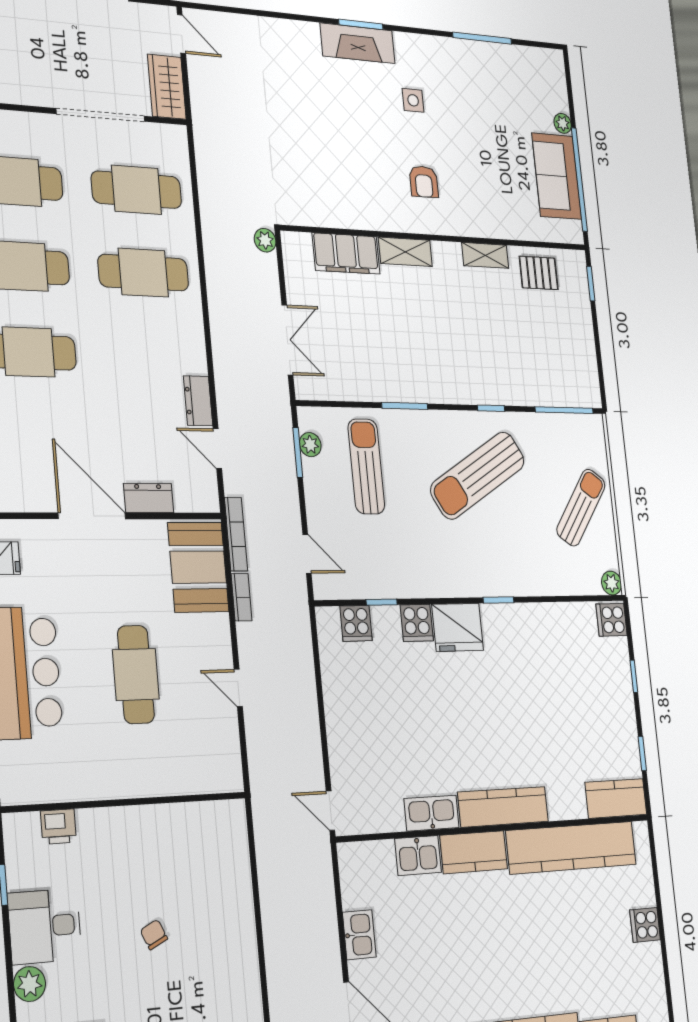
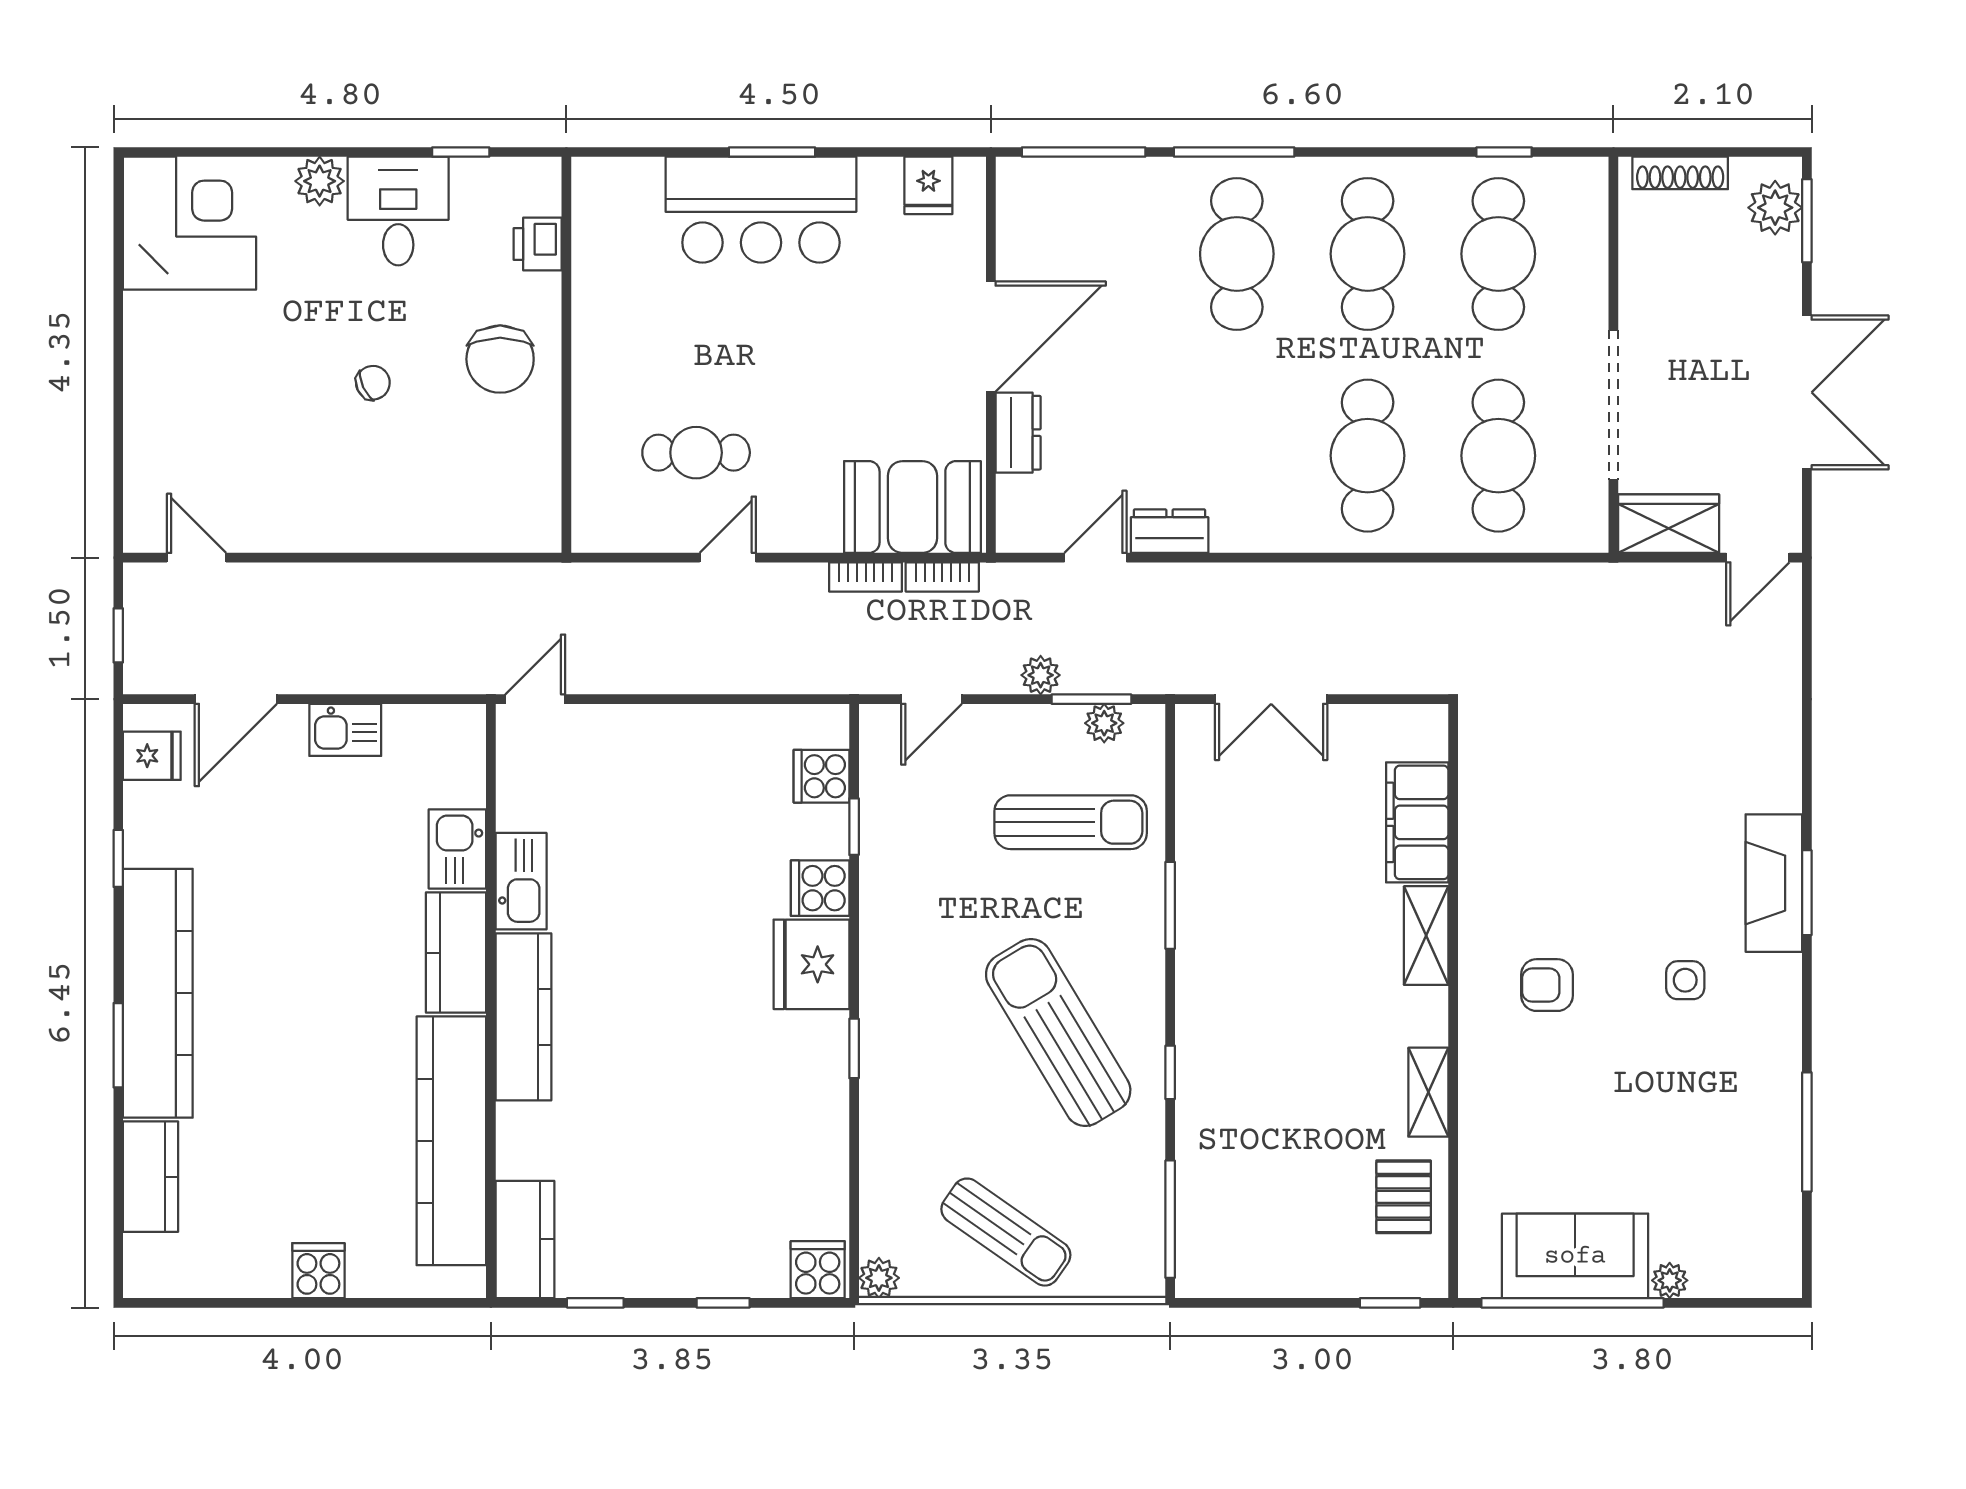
plant: (265, 240) -> (1041, 675), moved
bookcase: (236, 534) -> (942, 577), width x0.64
cafe table: (136, 674) -> (696, 453), moved, width x0.73, depth x0.74
chair: (132, 848) -> (500, 359), added

